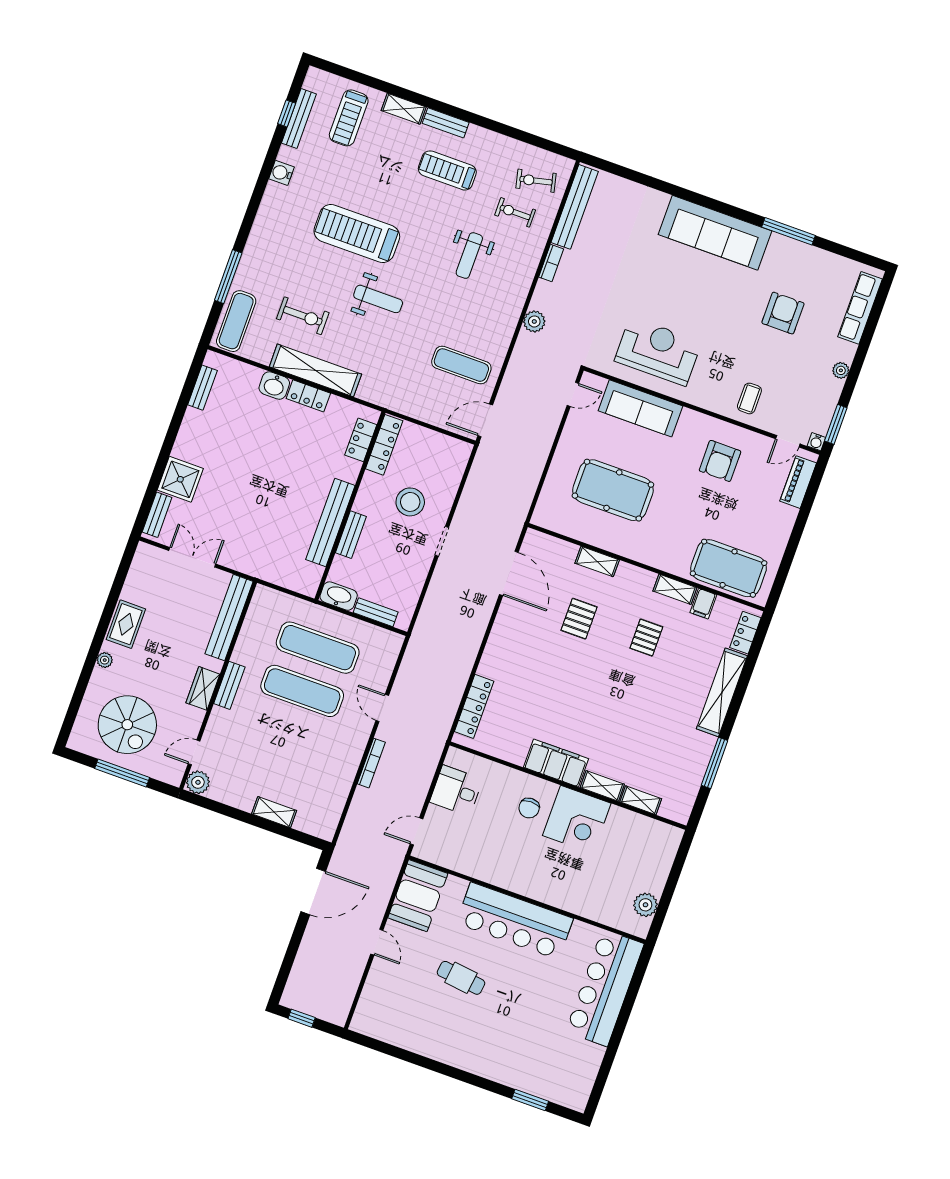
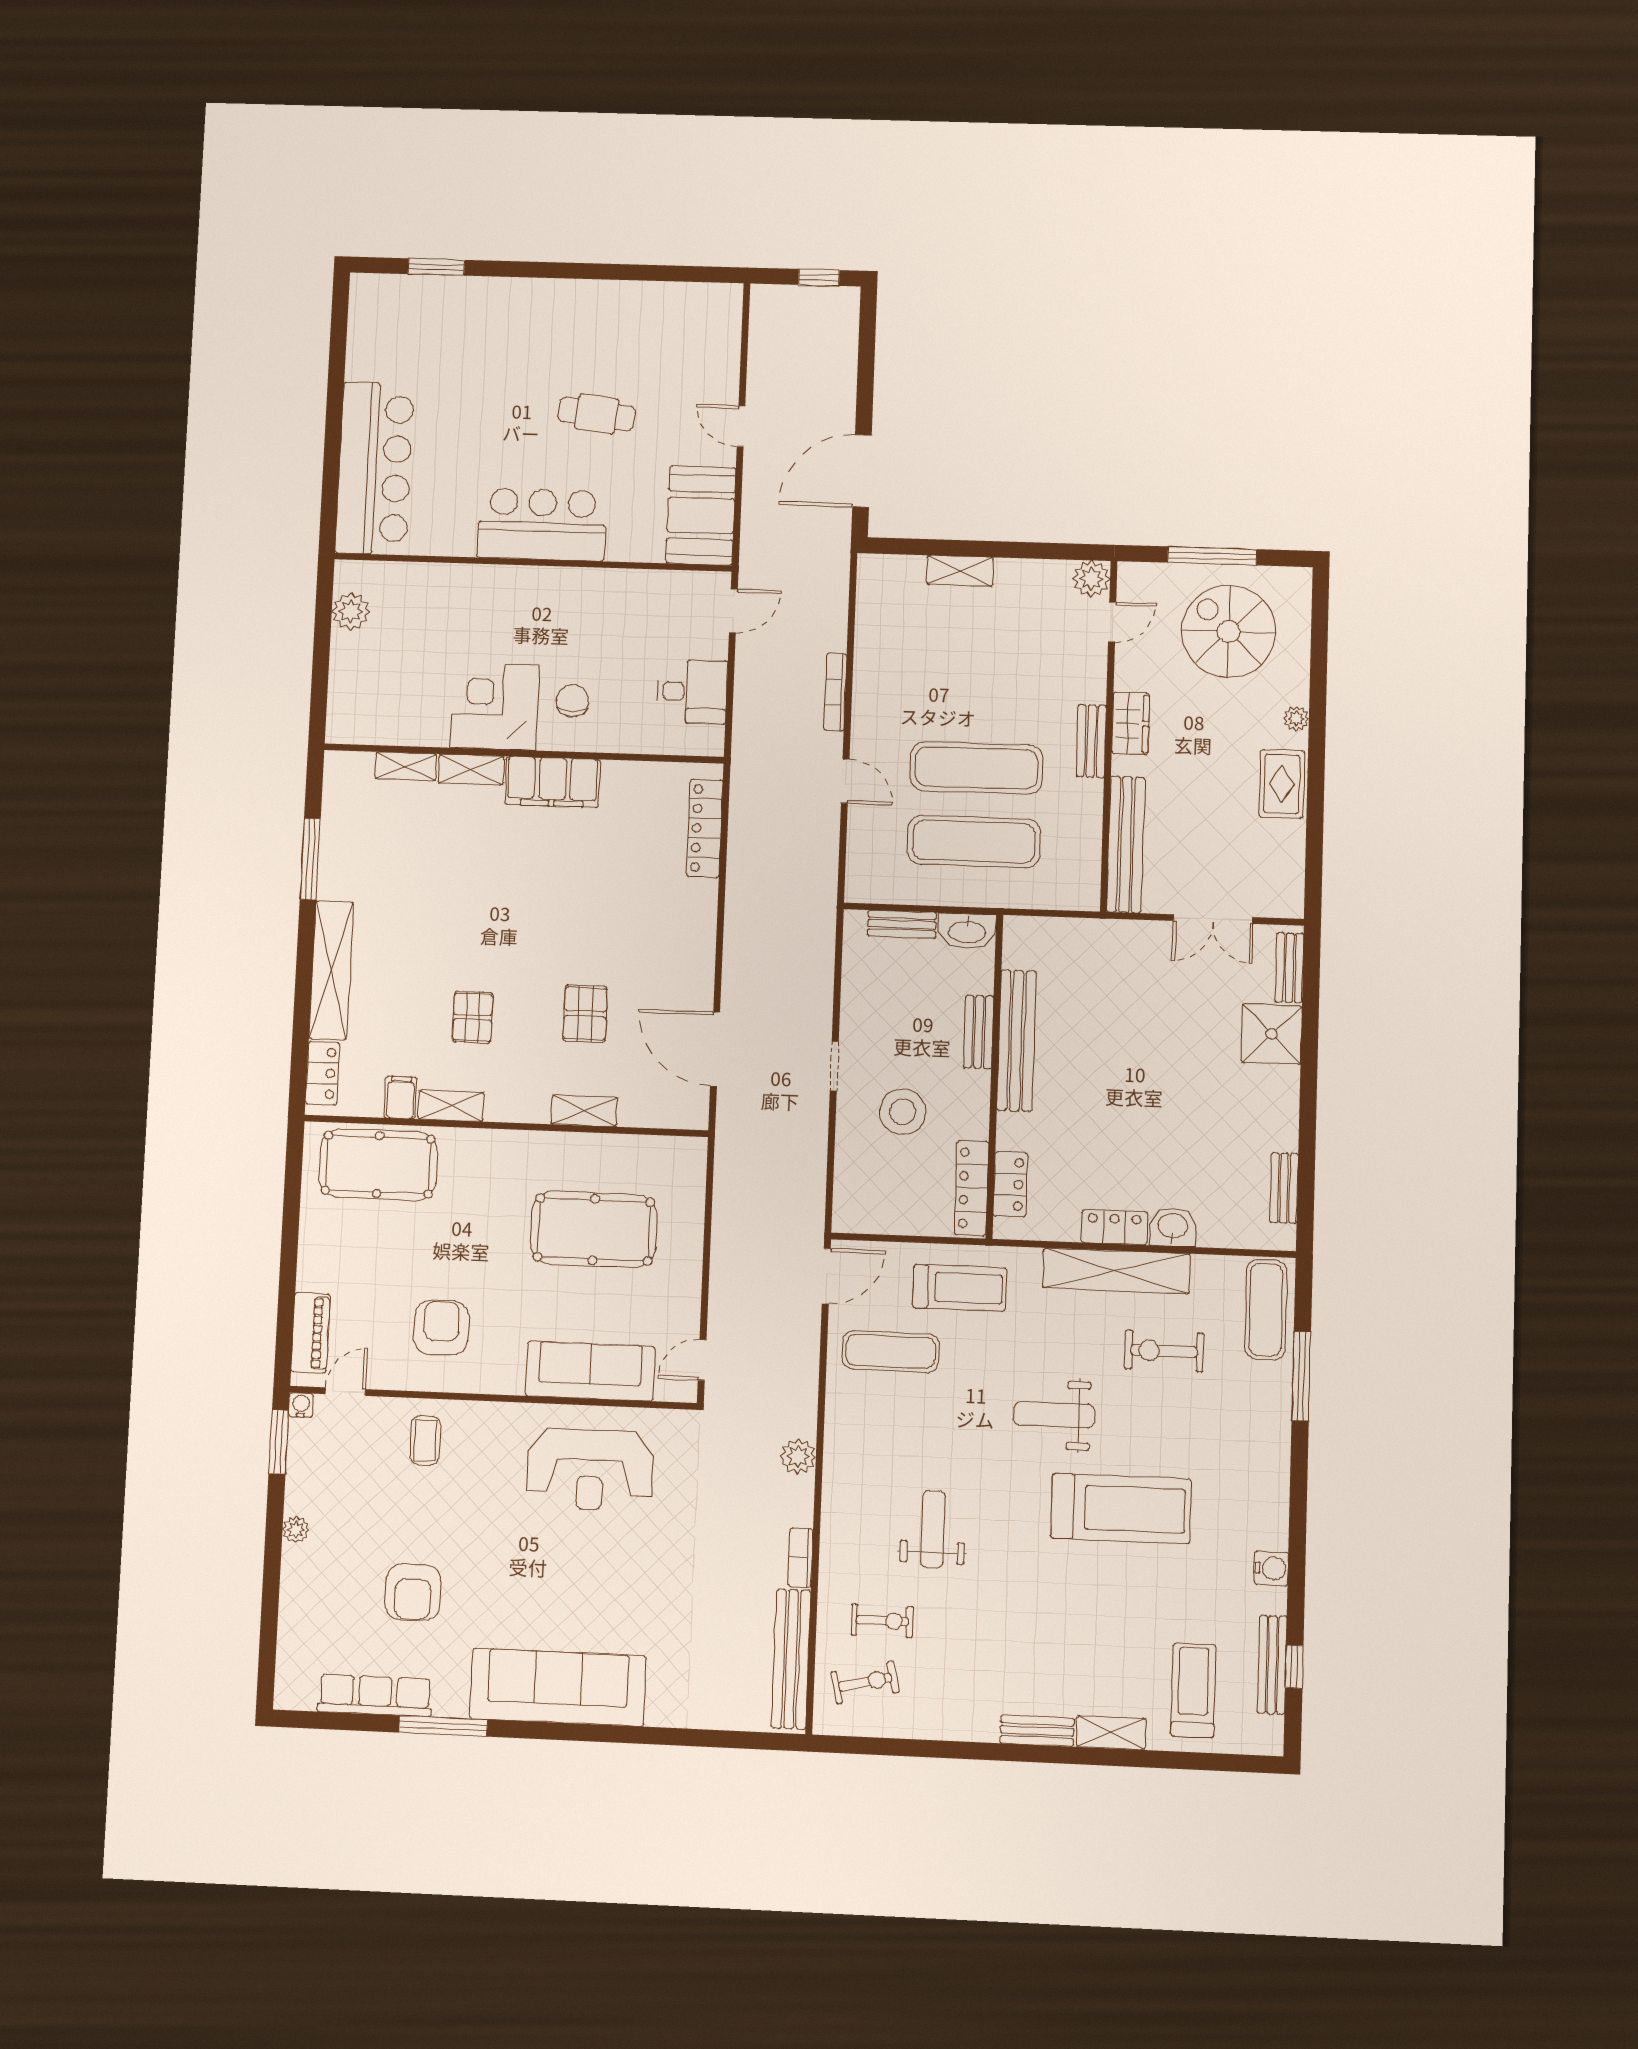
treadmill: (447, 170) -> (959, 1288), moved
row of seats: (860, 308) -> (375, 1695), moved, turned -90
bar counter: (515, 921) -> (542, 524), width x0.73

